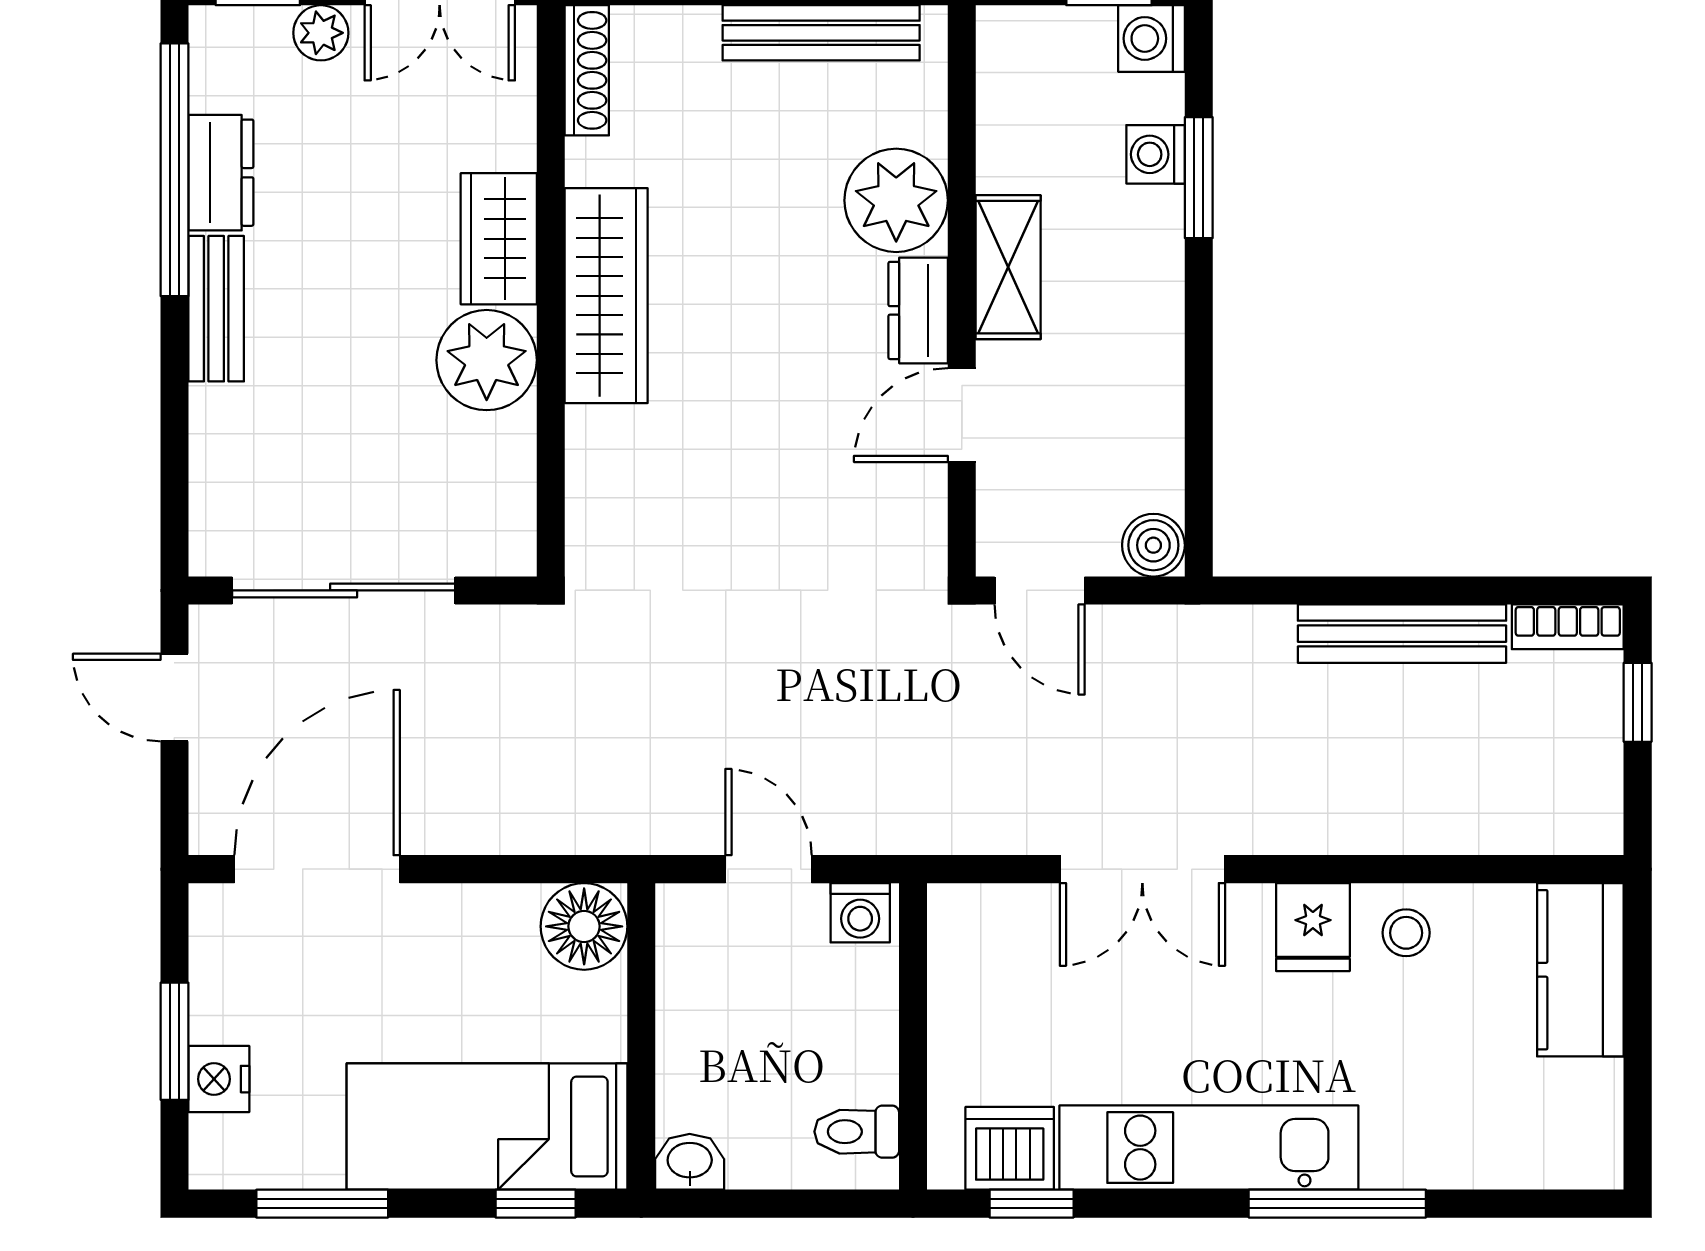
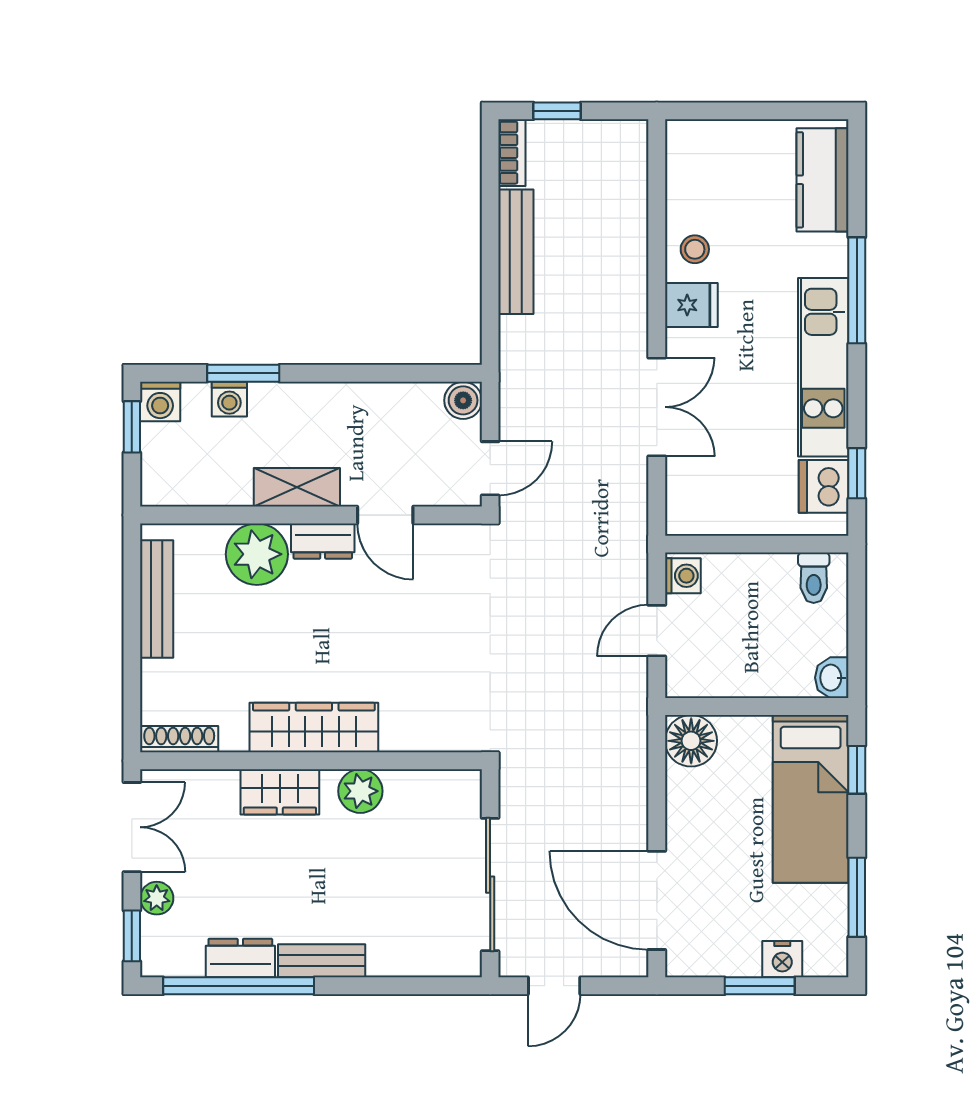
plant: (487, 360) -> (360, 791), width x0.73, depth x0.73
kitchen counter: (1580, 970) -> (823, 180), moved, turned 90

